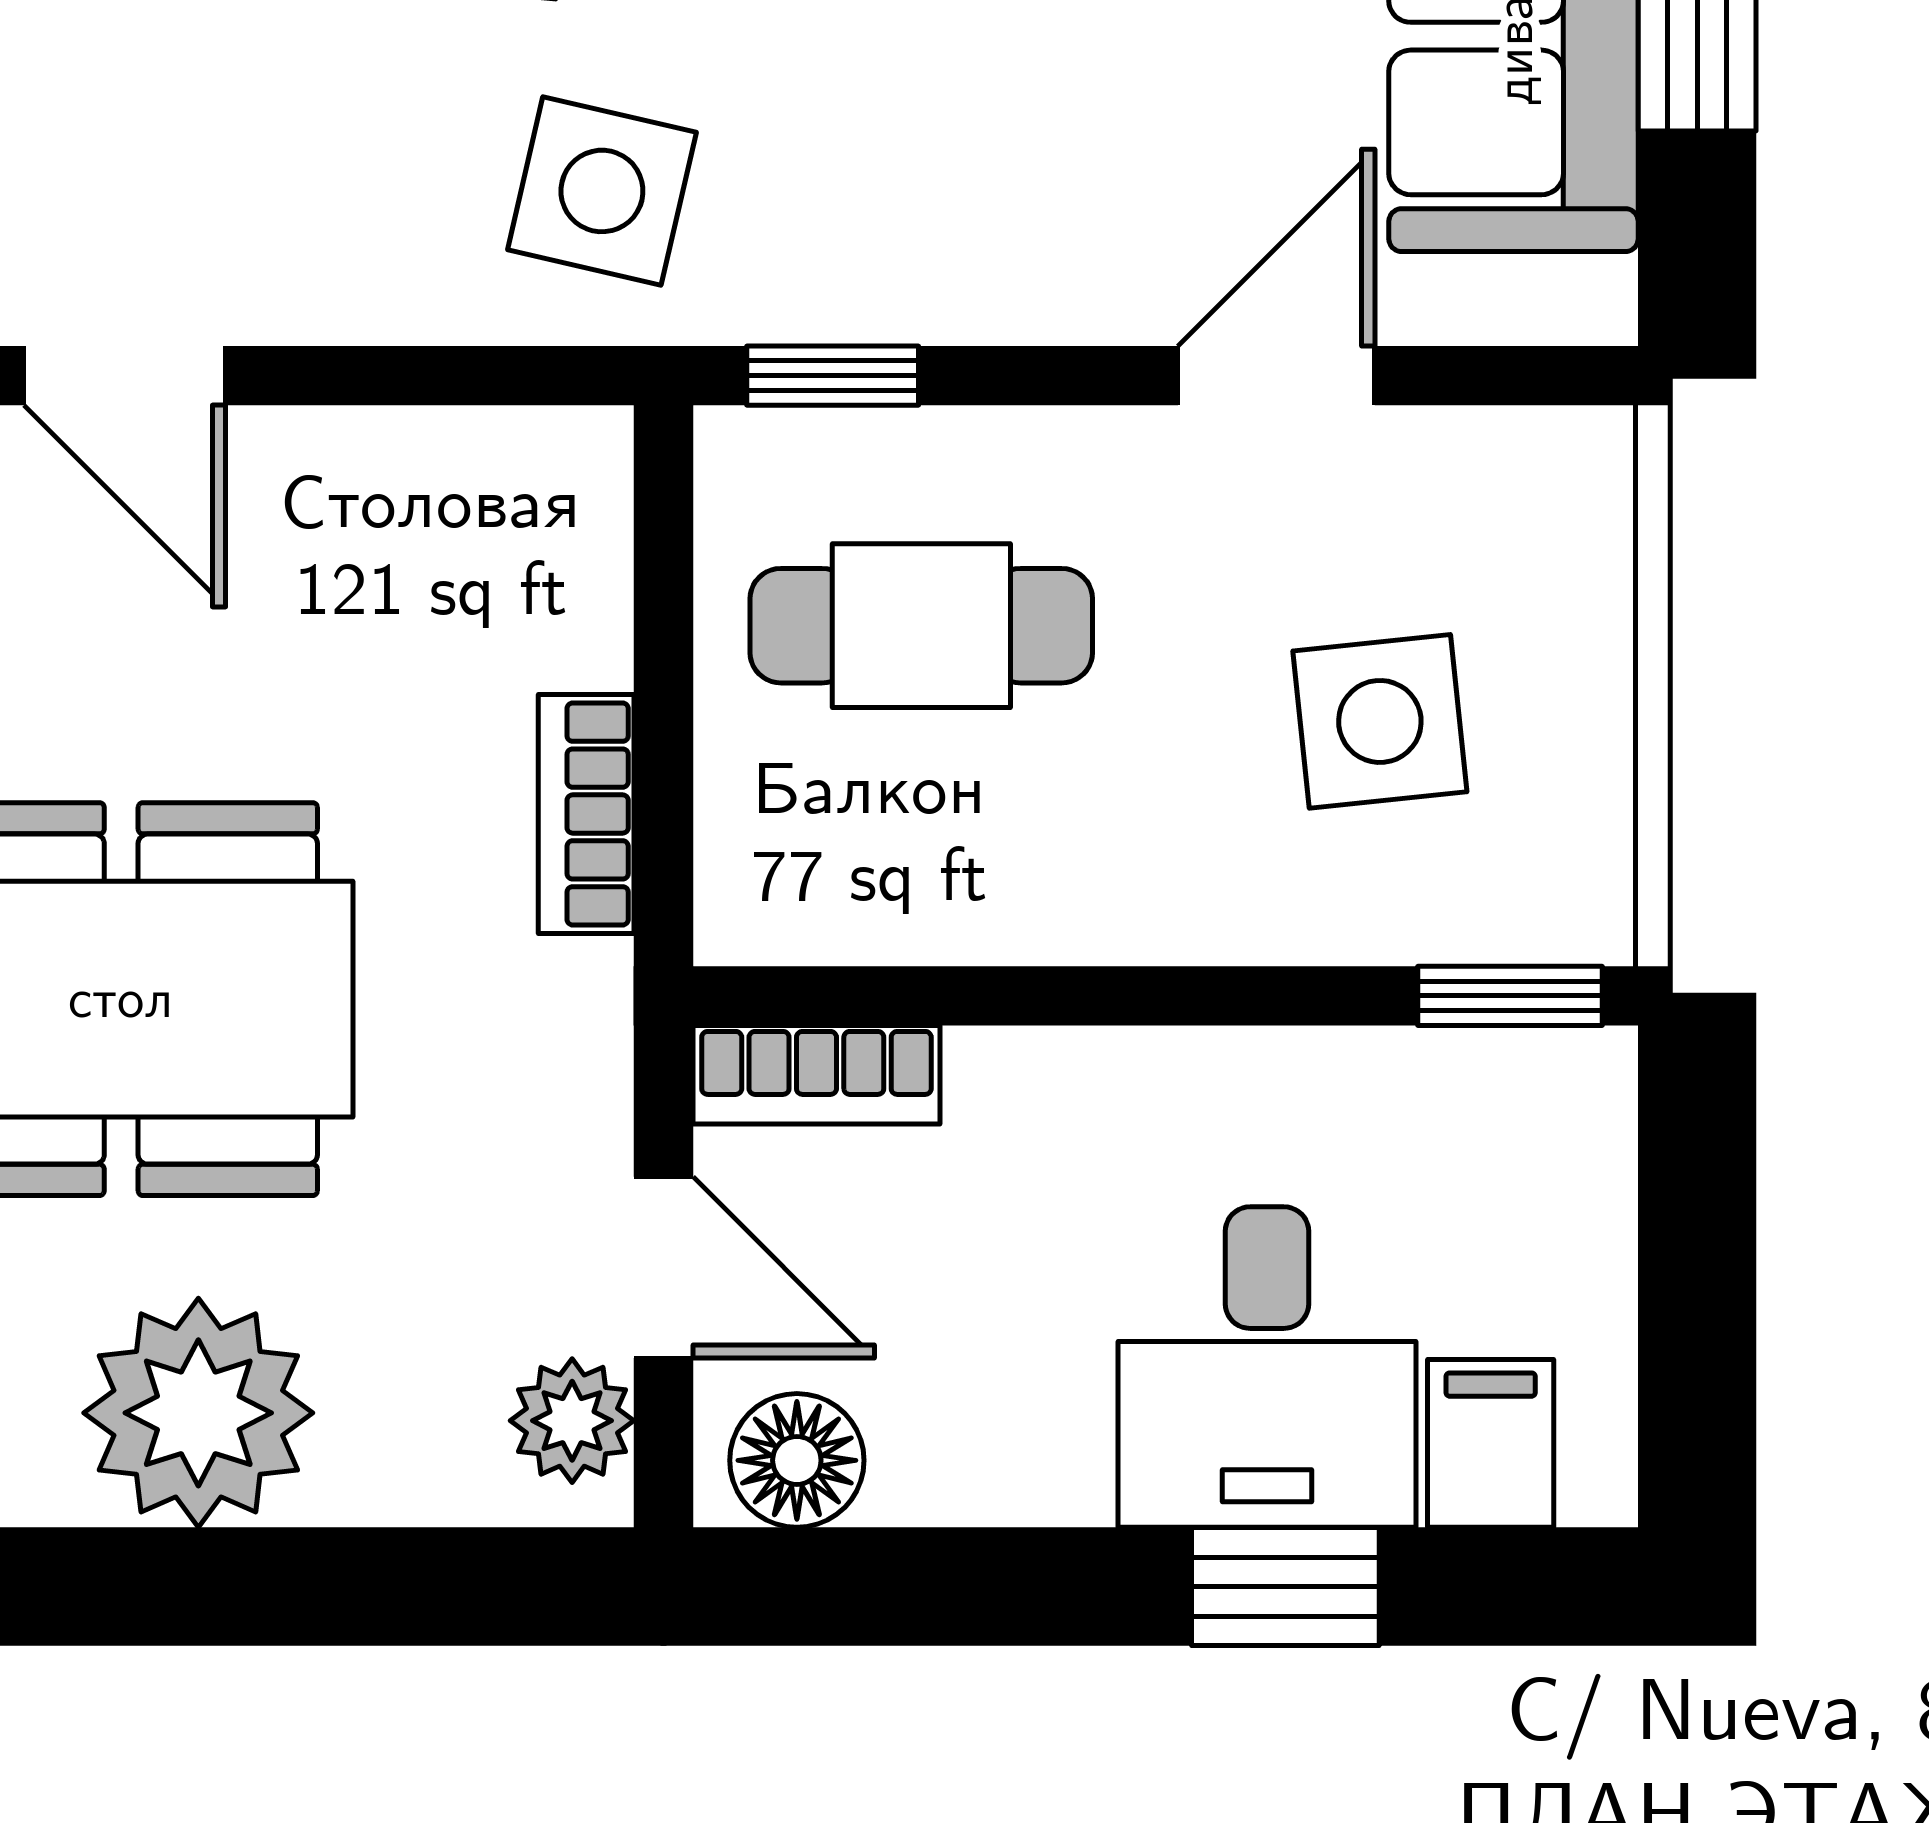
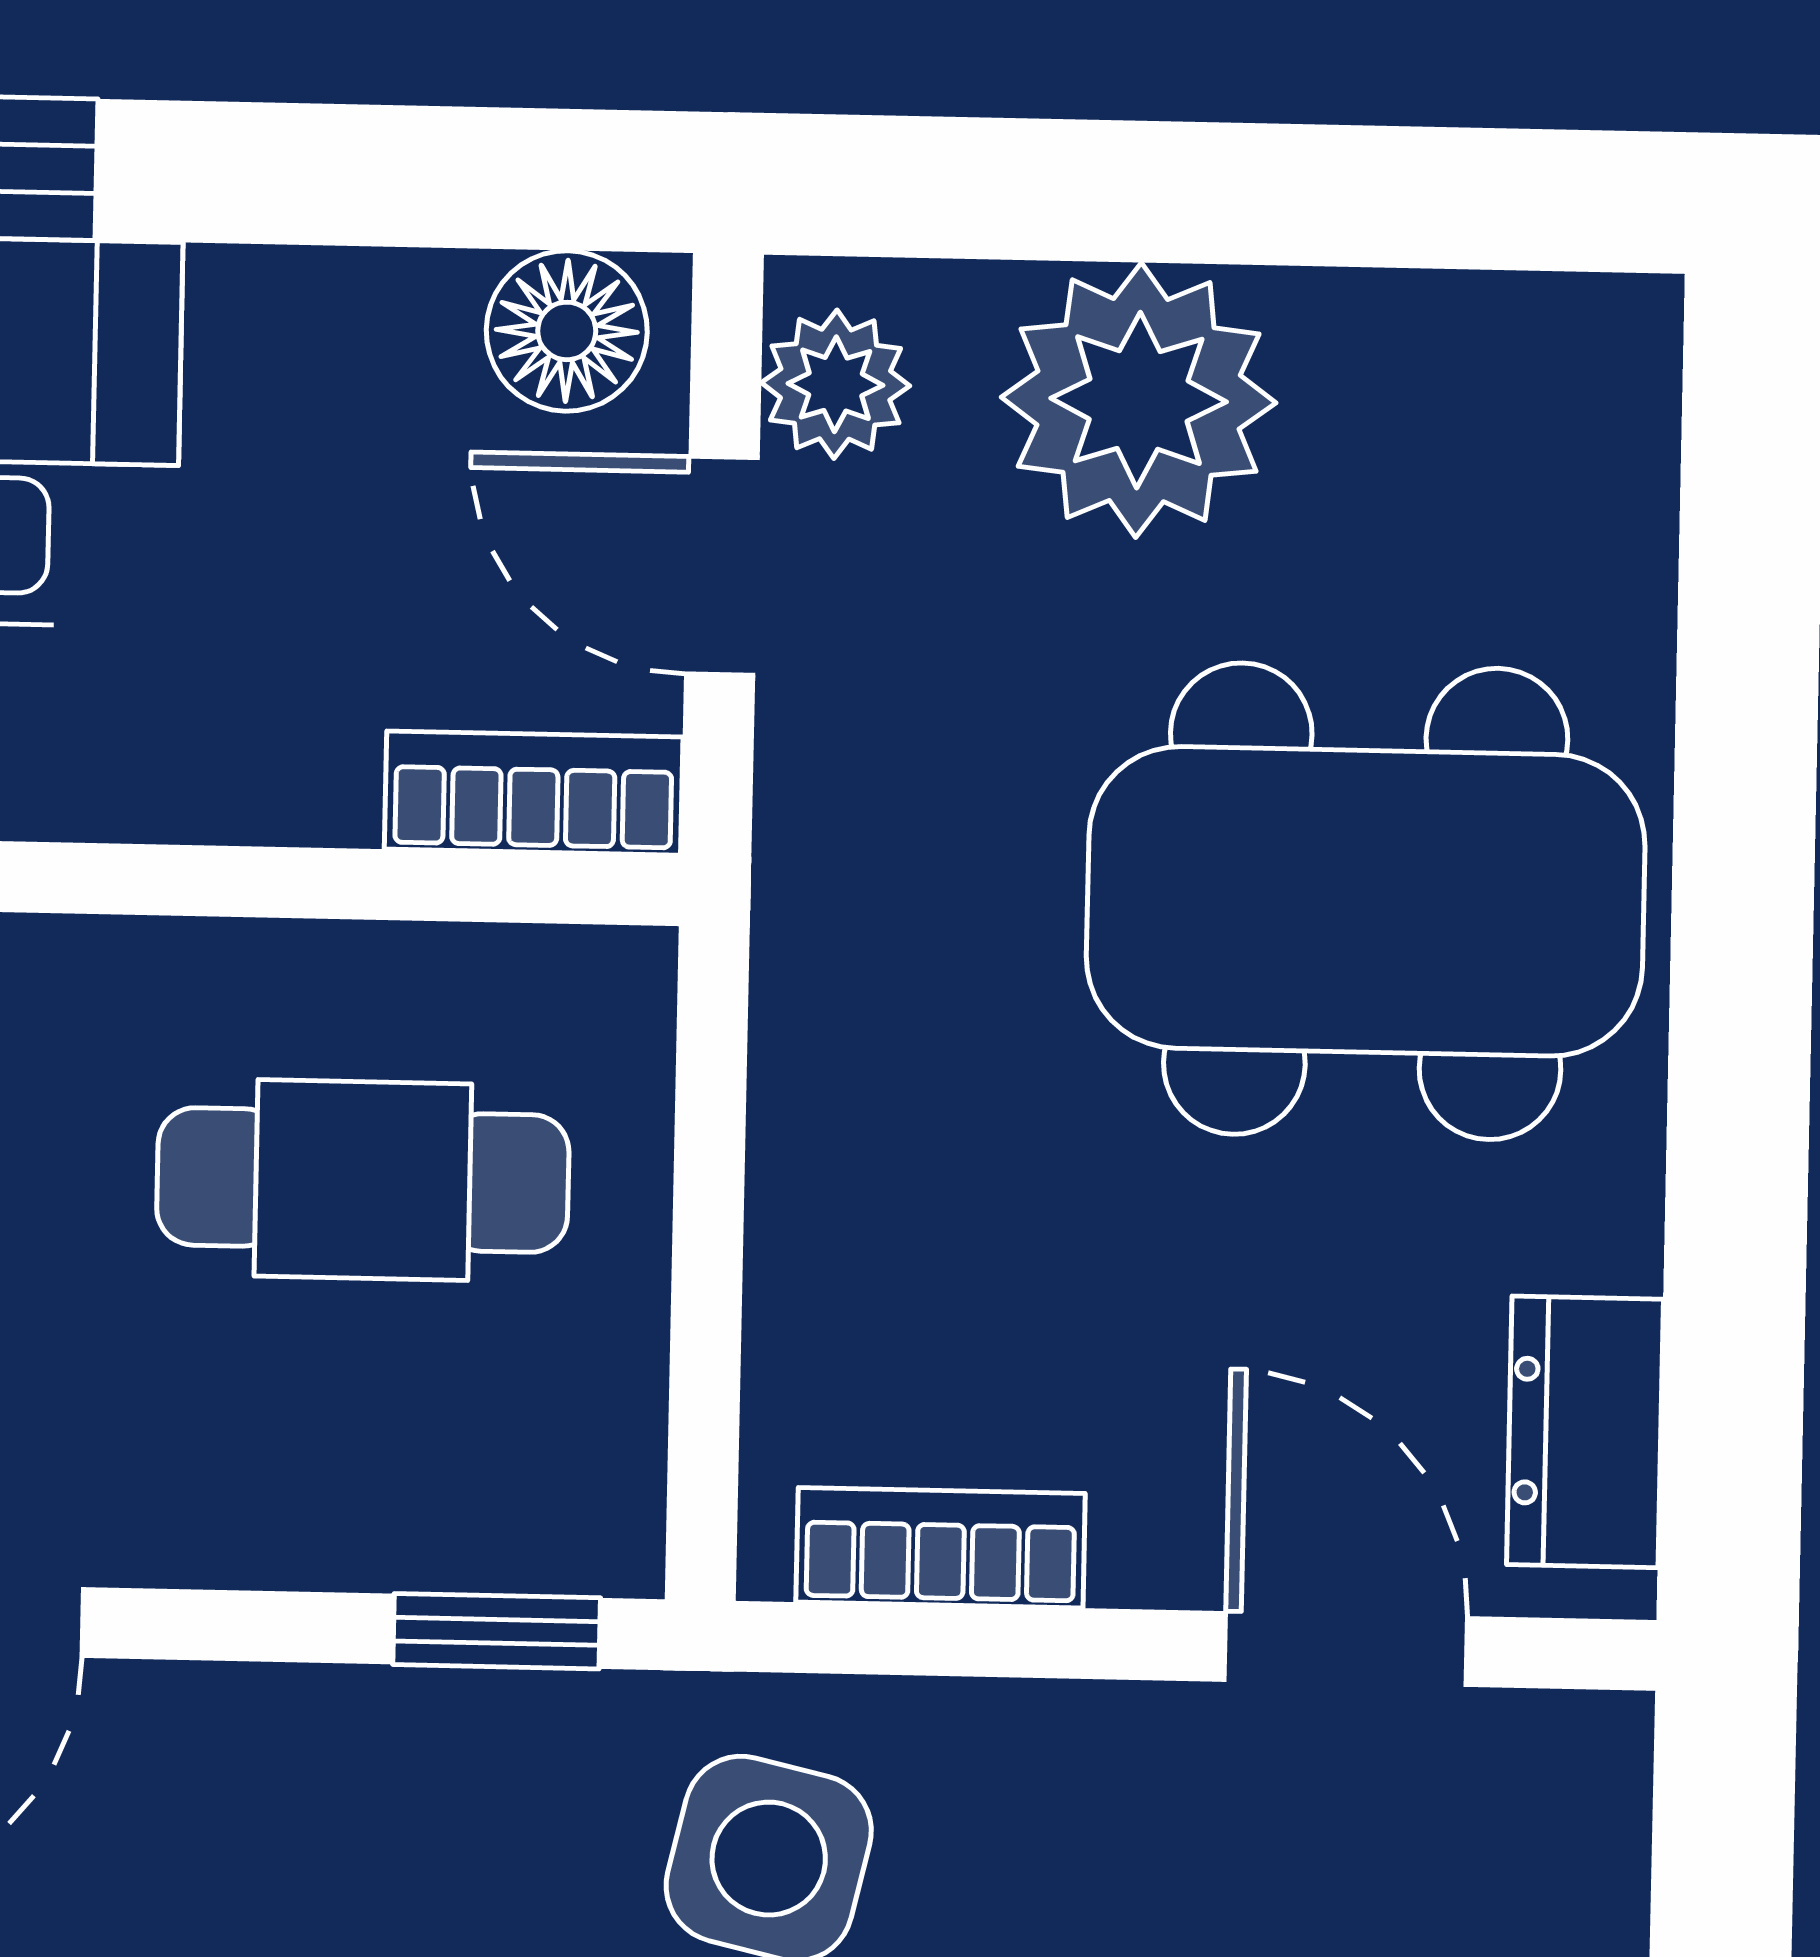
cafe table: (921, 626) -> (363, 1180), moved
bookcase: (586, 814) -> (941, 1548), moved, turned -90
plant: (198, 1413) -> (1139, 400), moved

